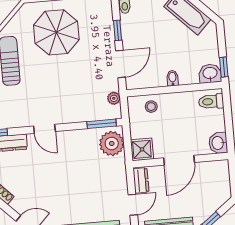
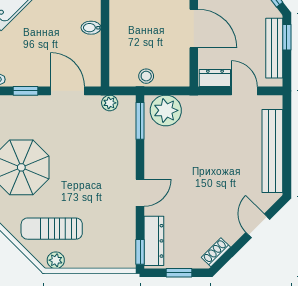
stool: (151, 107) -> (146, 76), moved
shower: (142, 149) -> (176, 73), removed

